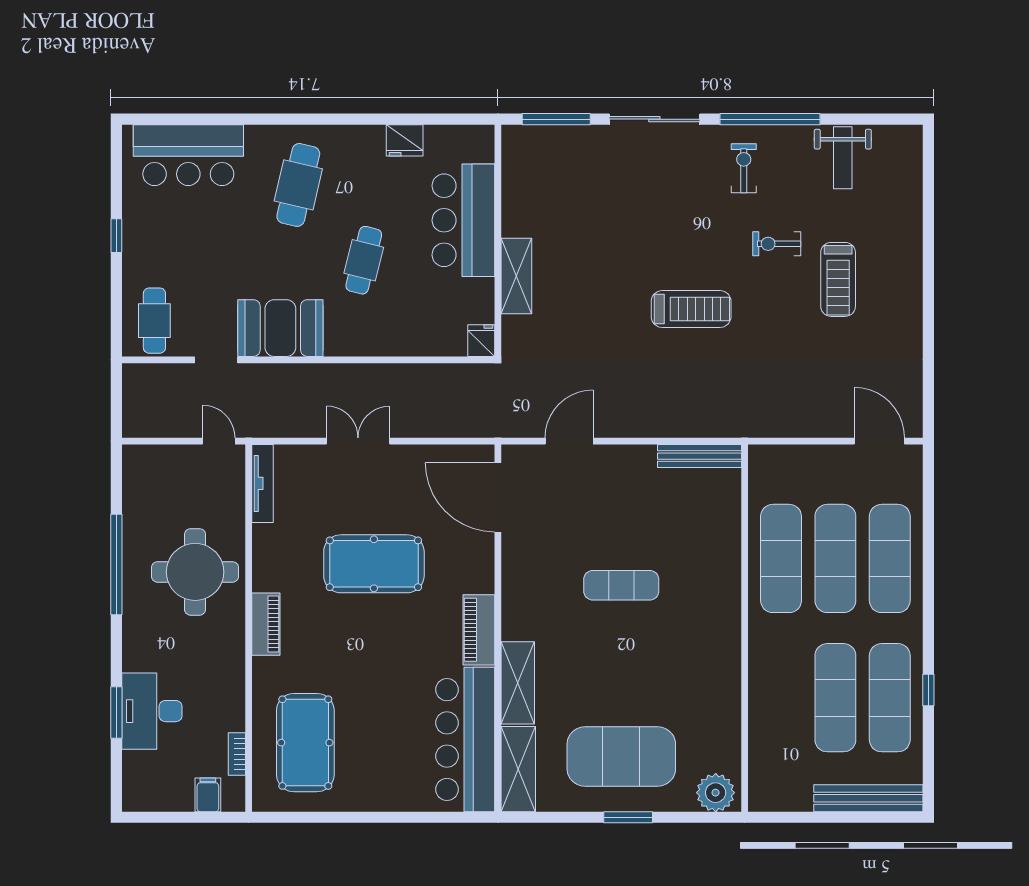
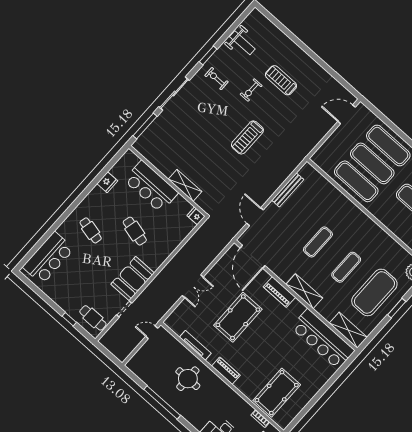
window: (770, 119) -> (208, 55), width x0.47
cafe table: (298, 185) -> (91, 230), width x0.73, depth x0.74
window: (116, 236) -> (69, 319), moved
treadmill: (838, 279) -> (281, 80), turned 180
treadmill: (691, 309) -> (247, 137), turned 180
double door: (358, 441) -> (193, 286), swing flipped
bench: (700, 456) -> (288, 190), moved
tv unit: (262, 483) -> (195, 345), moved
door: (498, 497) -> (253, 257), hinge flipped
round table: (195, 572) -> (188, 379), width x0.73, depth x0.73
piano: (479, 630) -> (279, 292), moved
exercise mat: (621, 671) -> (346, 267), added
shelving: (518, 683) -> (304, 291), moved
pool table: (305, 743) -> (277, 393), turned 90

